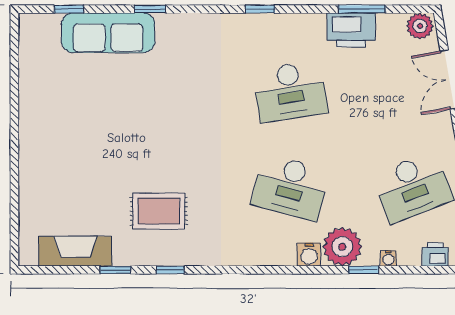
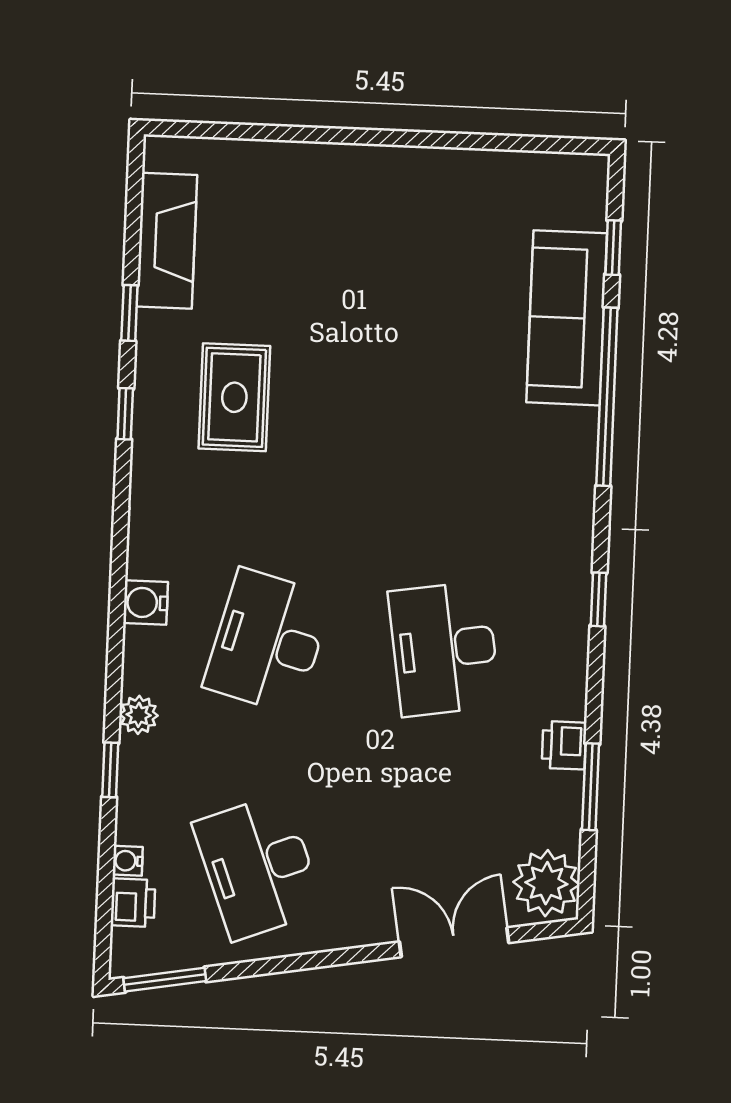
window: (150, 9) -> (607, 397), width x3.17
plant: (420, 26) -> (546, 883), width x1.36, depth x1.36
printer: (351, 30) -> (564, 745), width x0.53, depth x0.68
plant: (342, 247) -> (139, 715), width x0.53, depth x0.53
water cooler: (309, 255) -> (146, 603), moved
water cooler: (388, 258) -> (128, 861), moved

